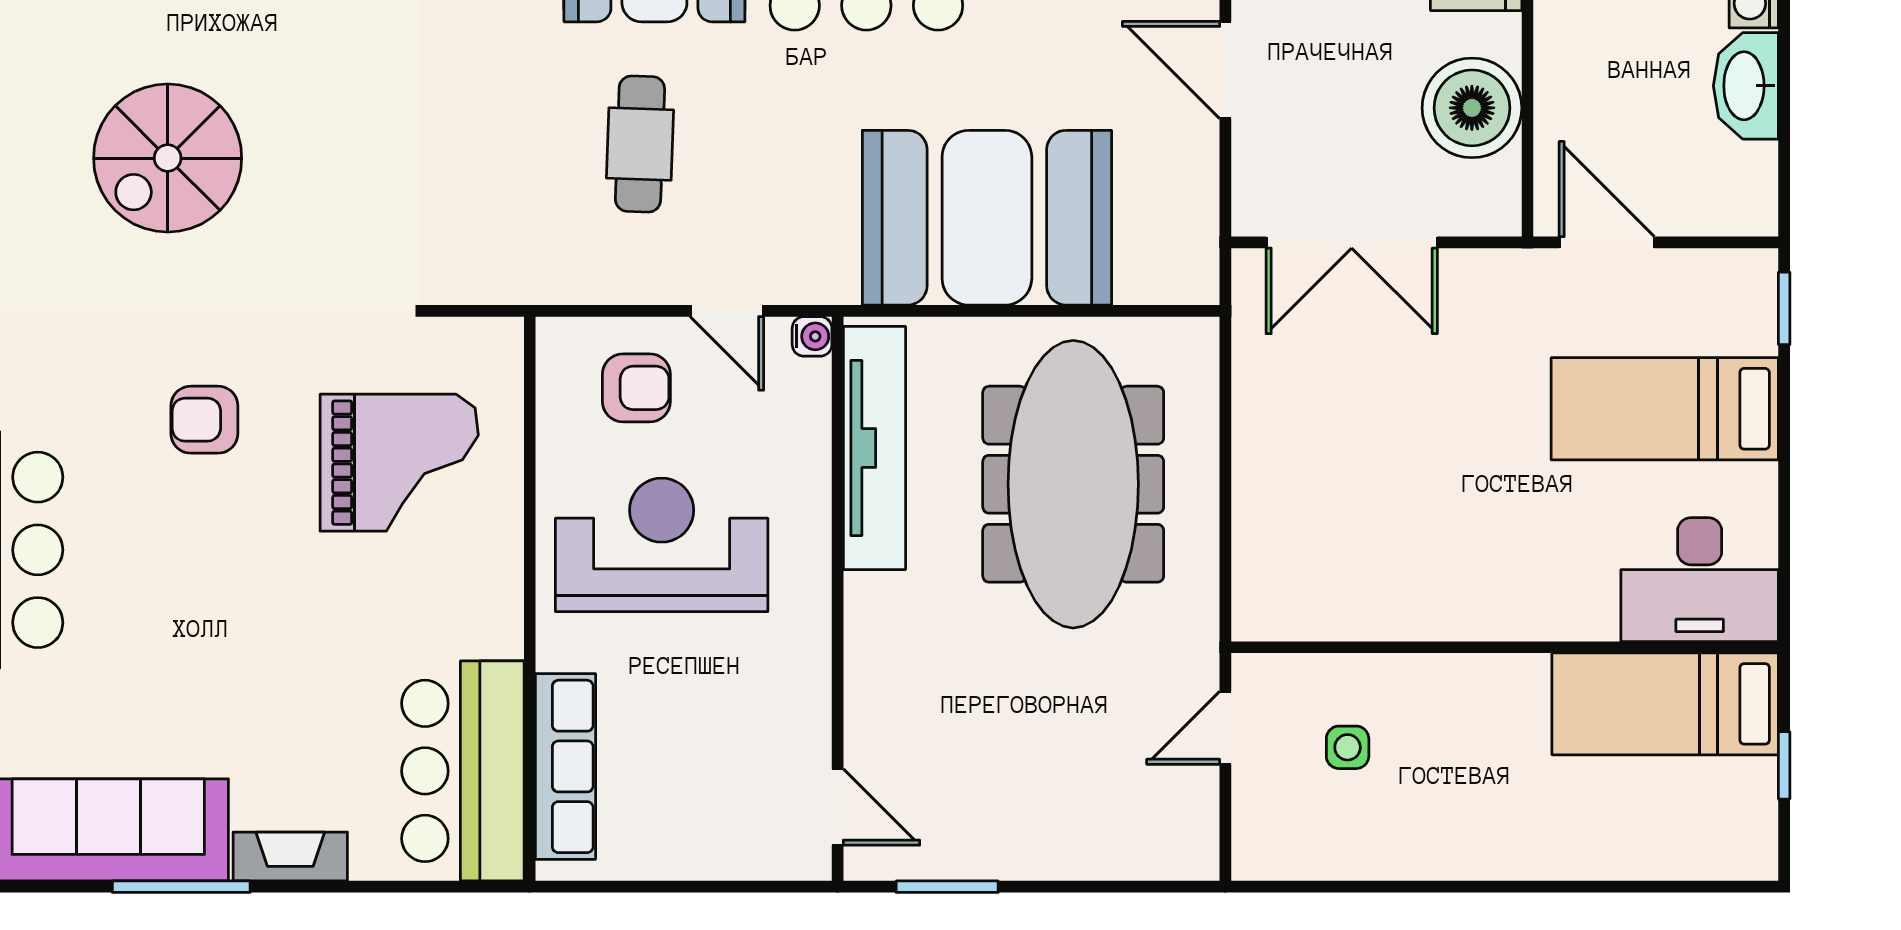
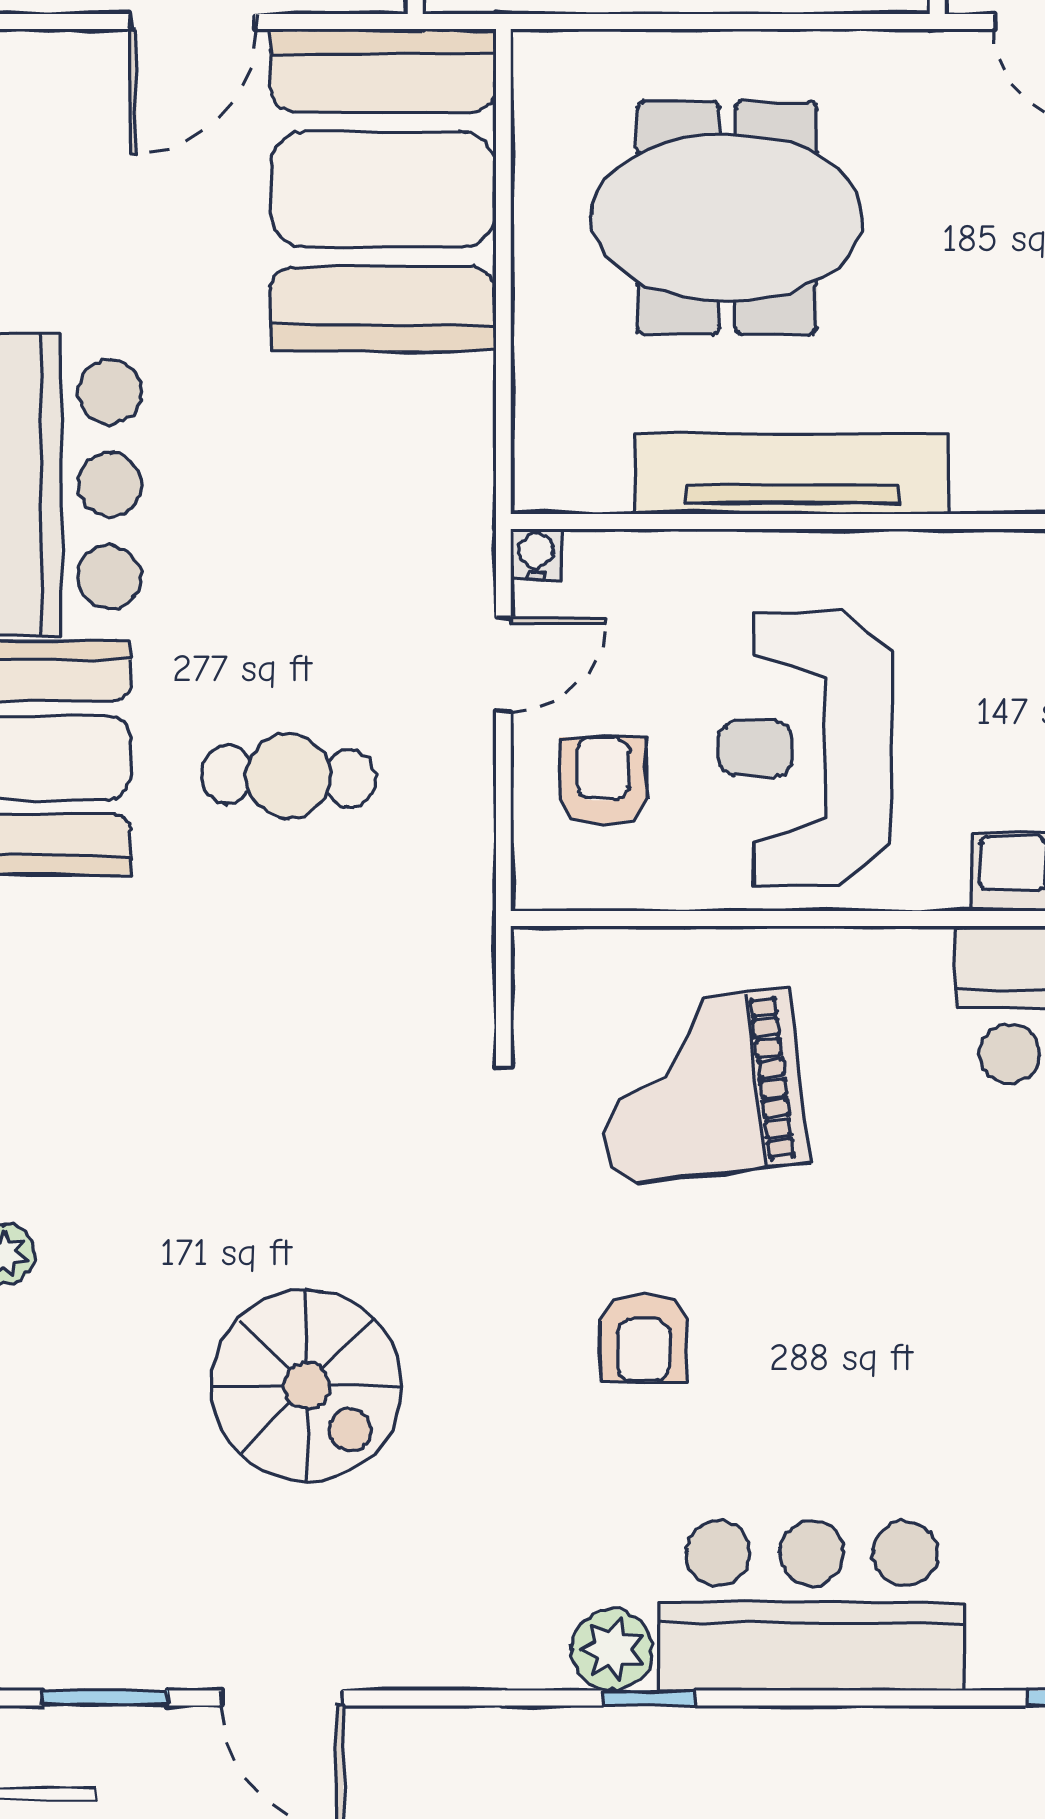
booth: (987, 218) -> (383, 190), moved
tv unit: (874, 448) -> (793, 474), moved
grand piano: (399, 463) -> (699, 1087), turned -97
meeting table: (1073, 484) -> (727, 218), width x0.73

